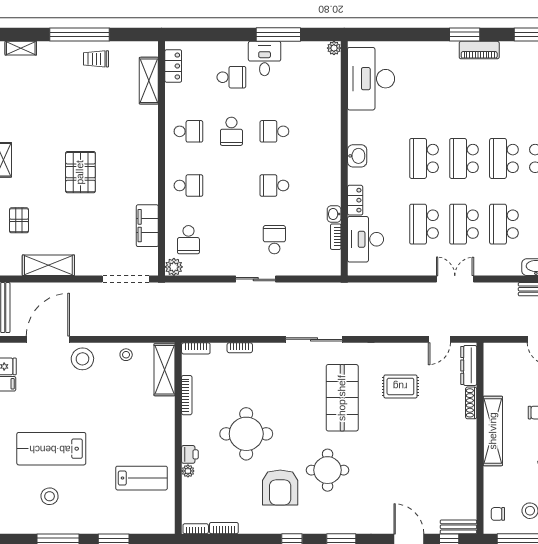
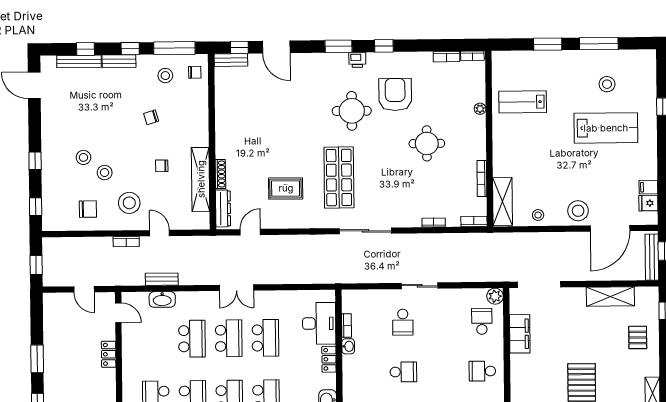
shelving: (493, 431) -> (201, 179), moved
round table: (246, 434) -> (427, 143), width x0.73, depth x0.73
printer: (190, 454) -> (357, 60), moved, turned -90

